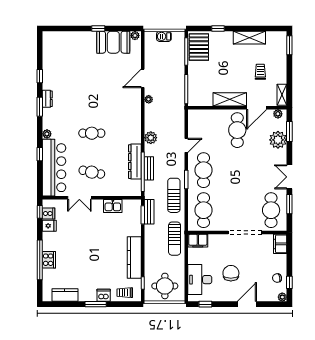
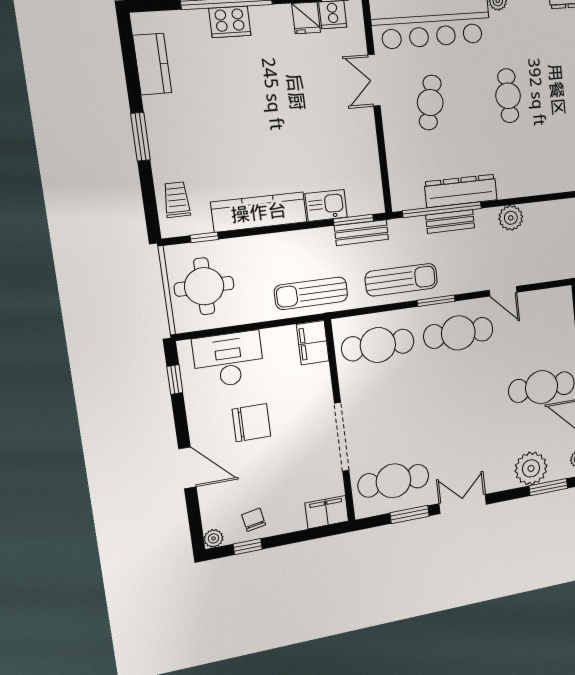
kitchen sink: (113, 206) -> (326, 205), moved, turned 90
dishwasher: (104, 295) -> (164, 153), removed

